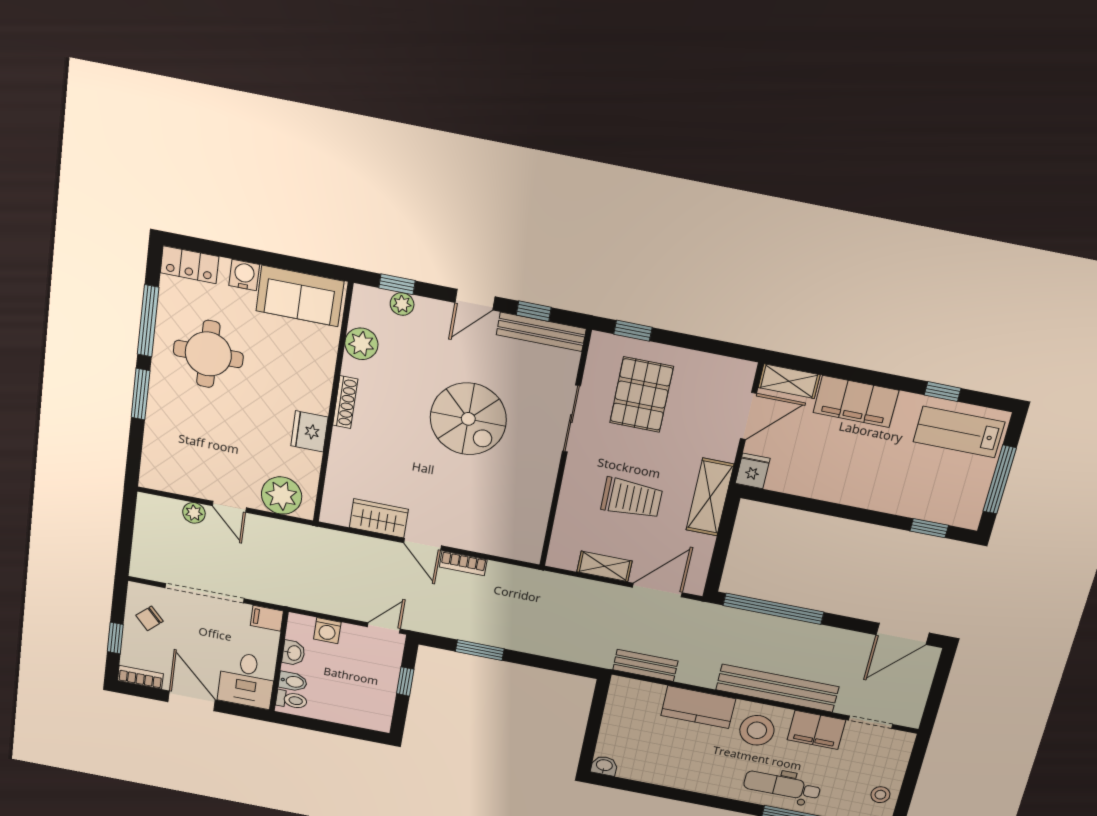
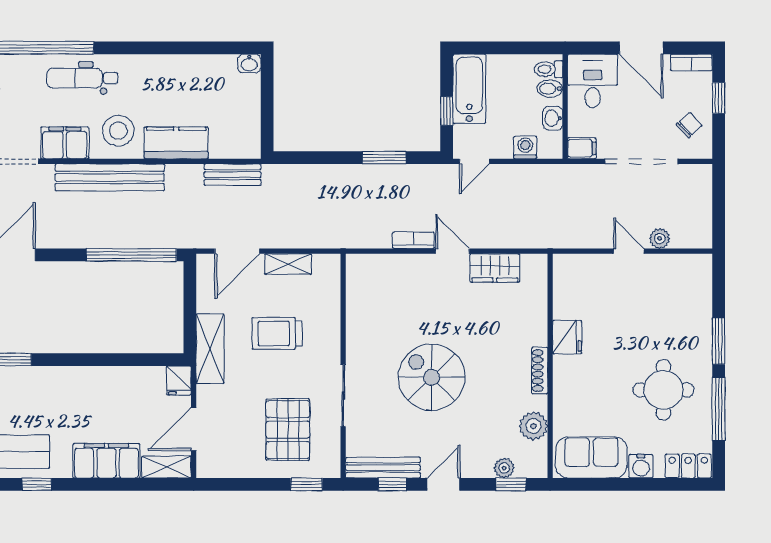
plant: (282, 496) -> (584, 272), removed
bathtub: (378, 698) -> (469, 89), added
dental chair: (782, 786) -> (82, 78), turned 180

